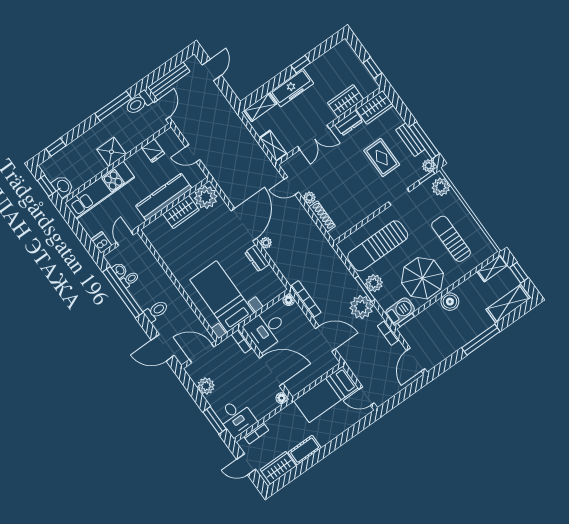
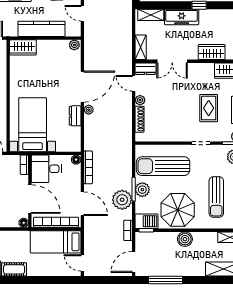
dresser: (349, 123) -> (146, 69), moved
plant: (206, 197) -> (74, 45), width x0.53, depth x0.53
wardrobe: (181, 212) -> (23, 47), moved
sun lounger: (451, 239) -> (216, 197), turned 180
window: (481, 340) -> (165, 280), moved
bookcase: (313, 375) -> (56, 222), added

